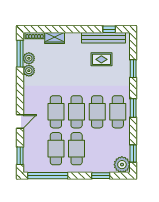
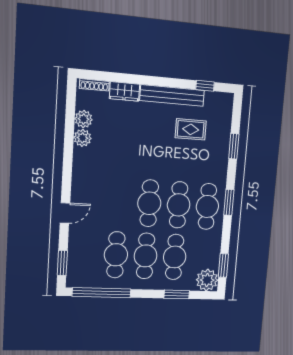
bench: (104, 38) -> (172, 95), moved
window: (20, 54) -> (70, 111), removed
cafe table: (56, 112) -> (175, 257), moved

